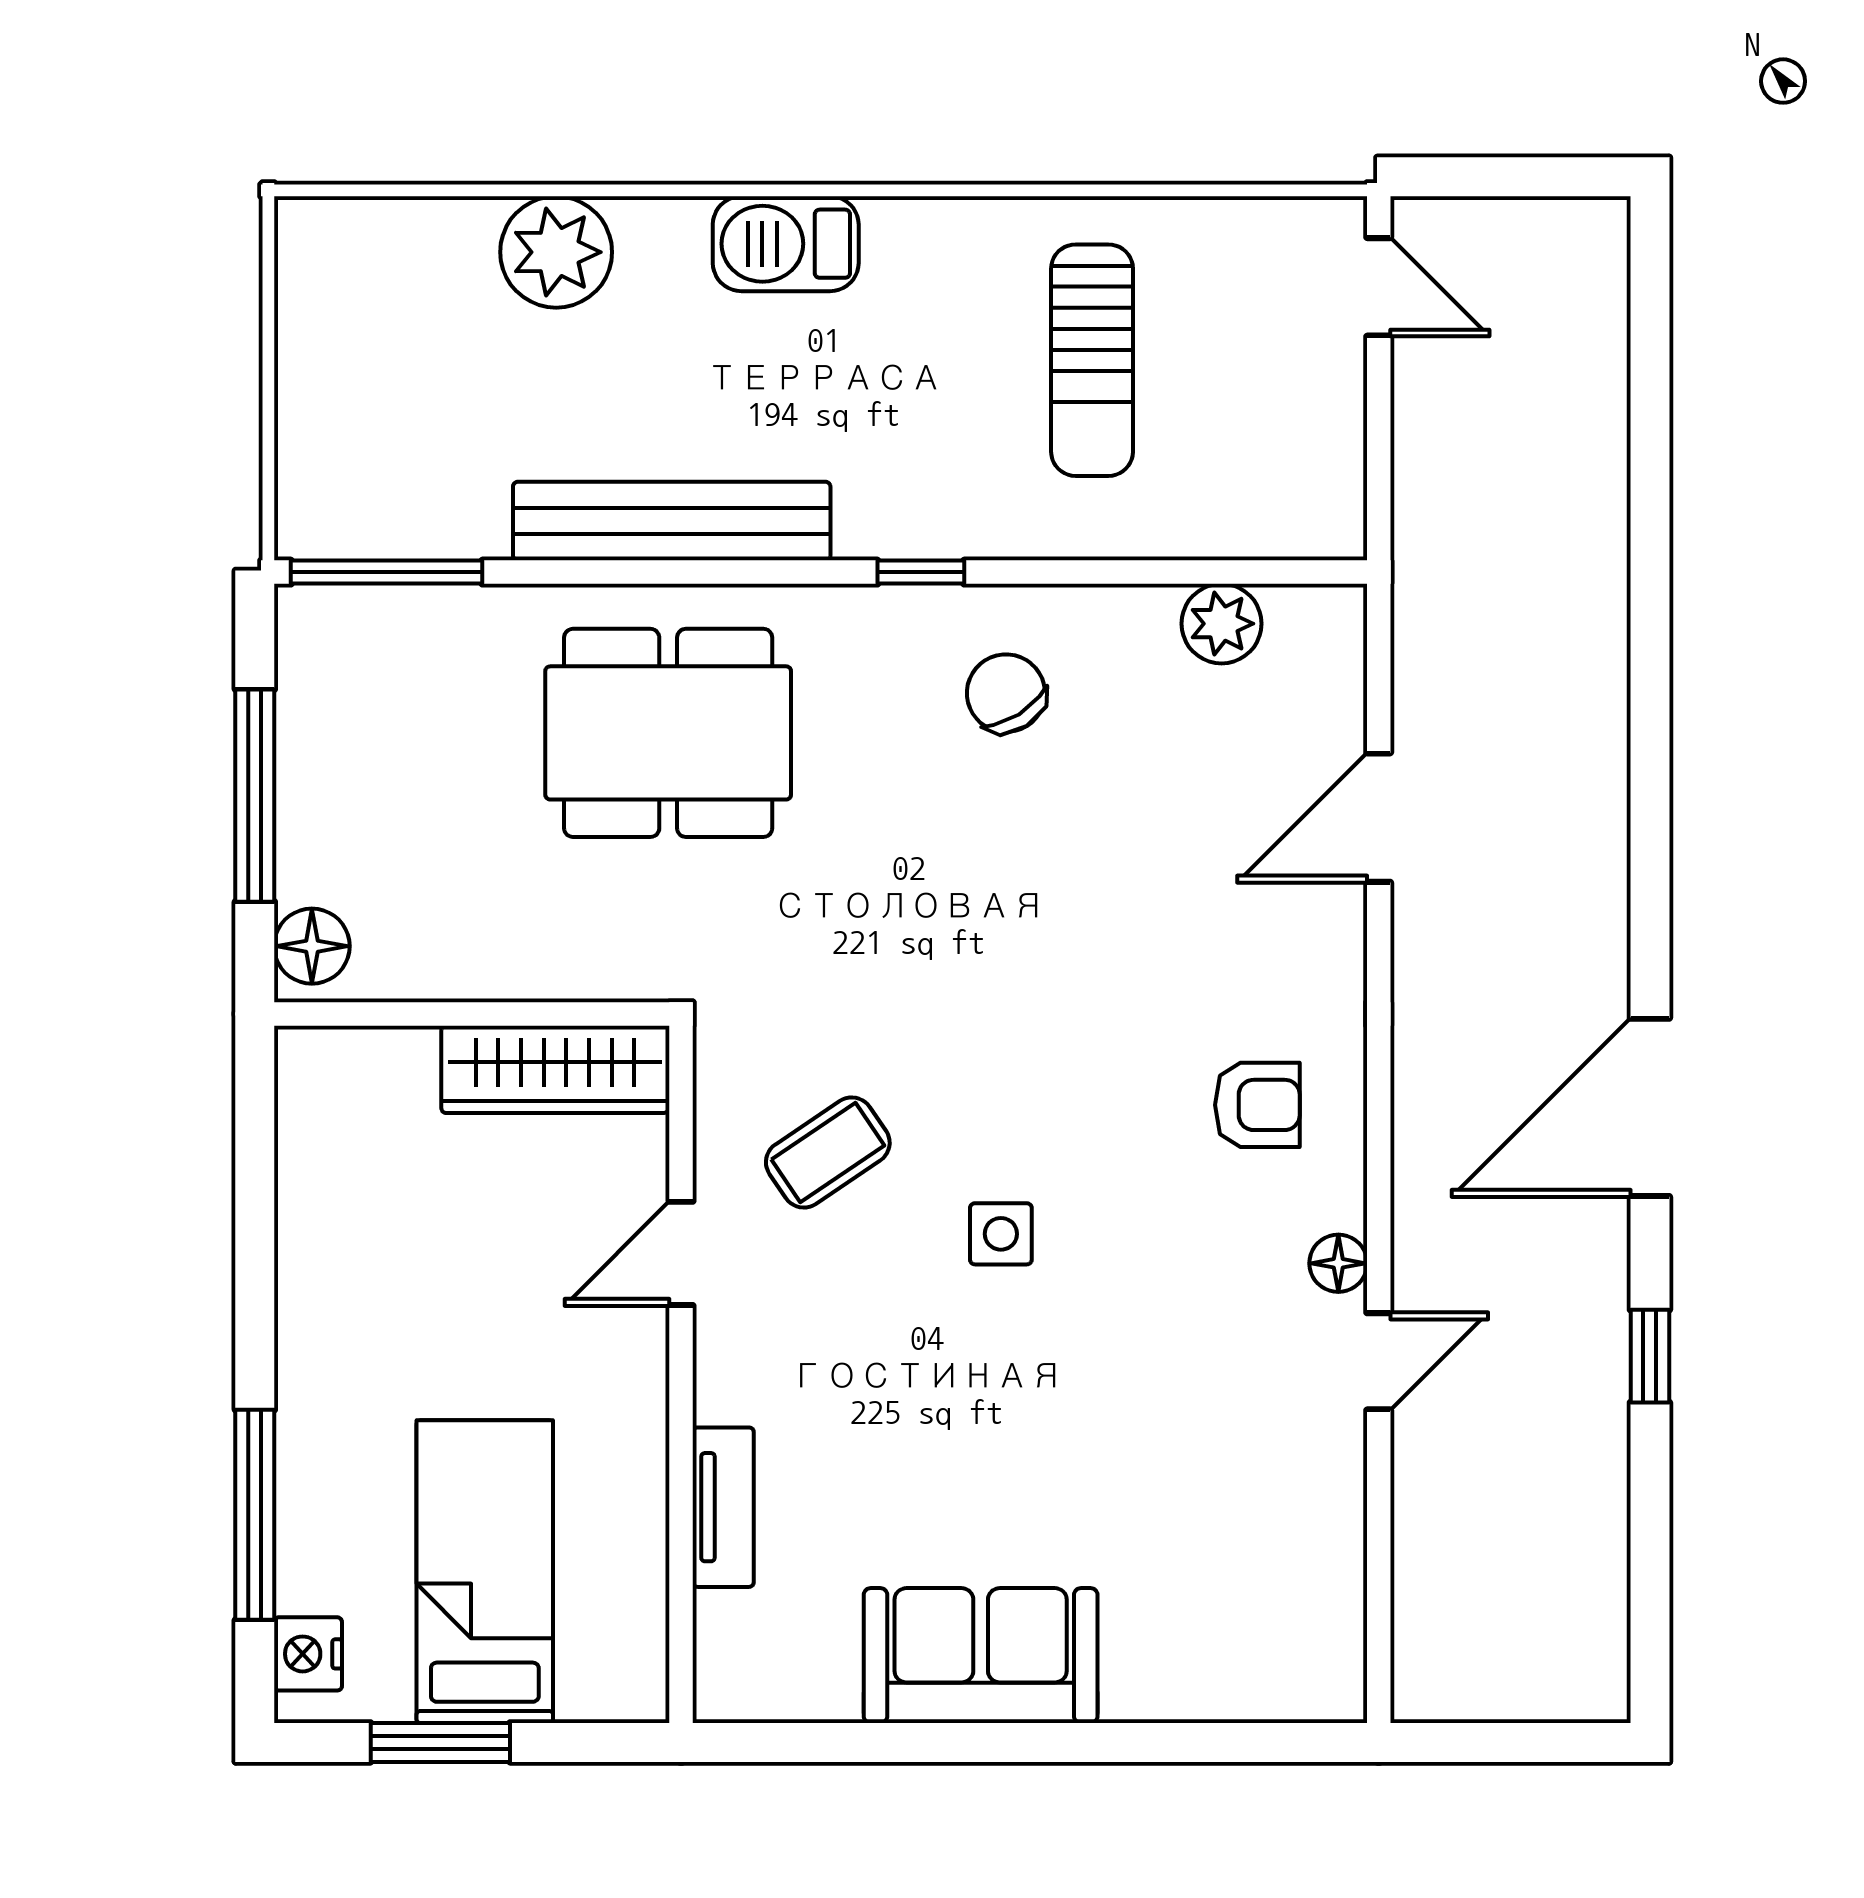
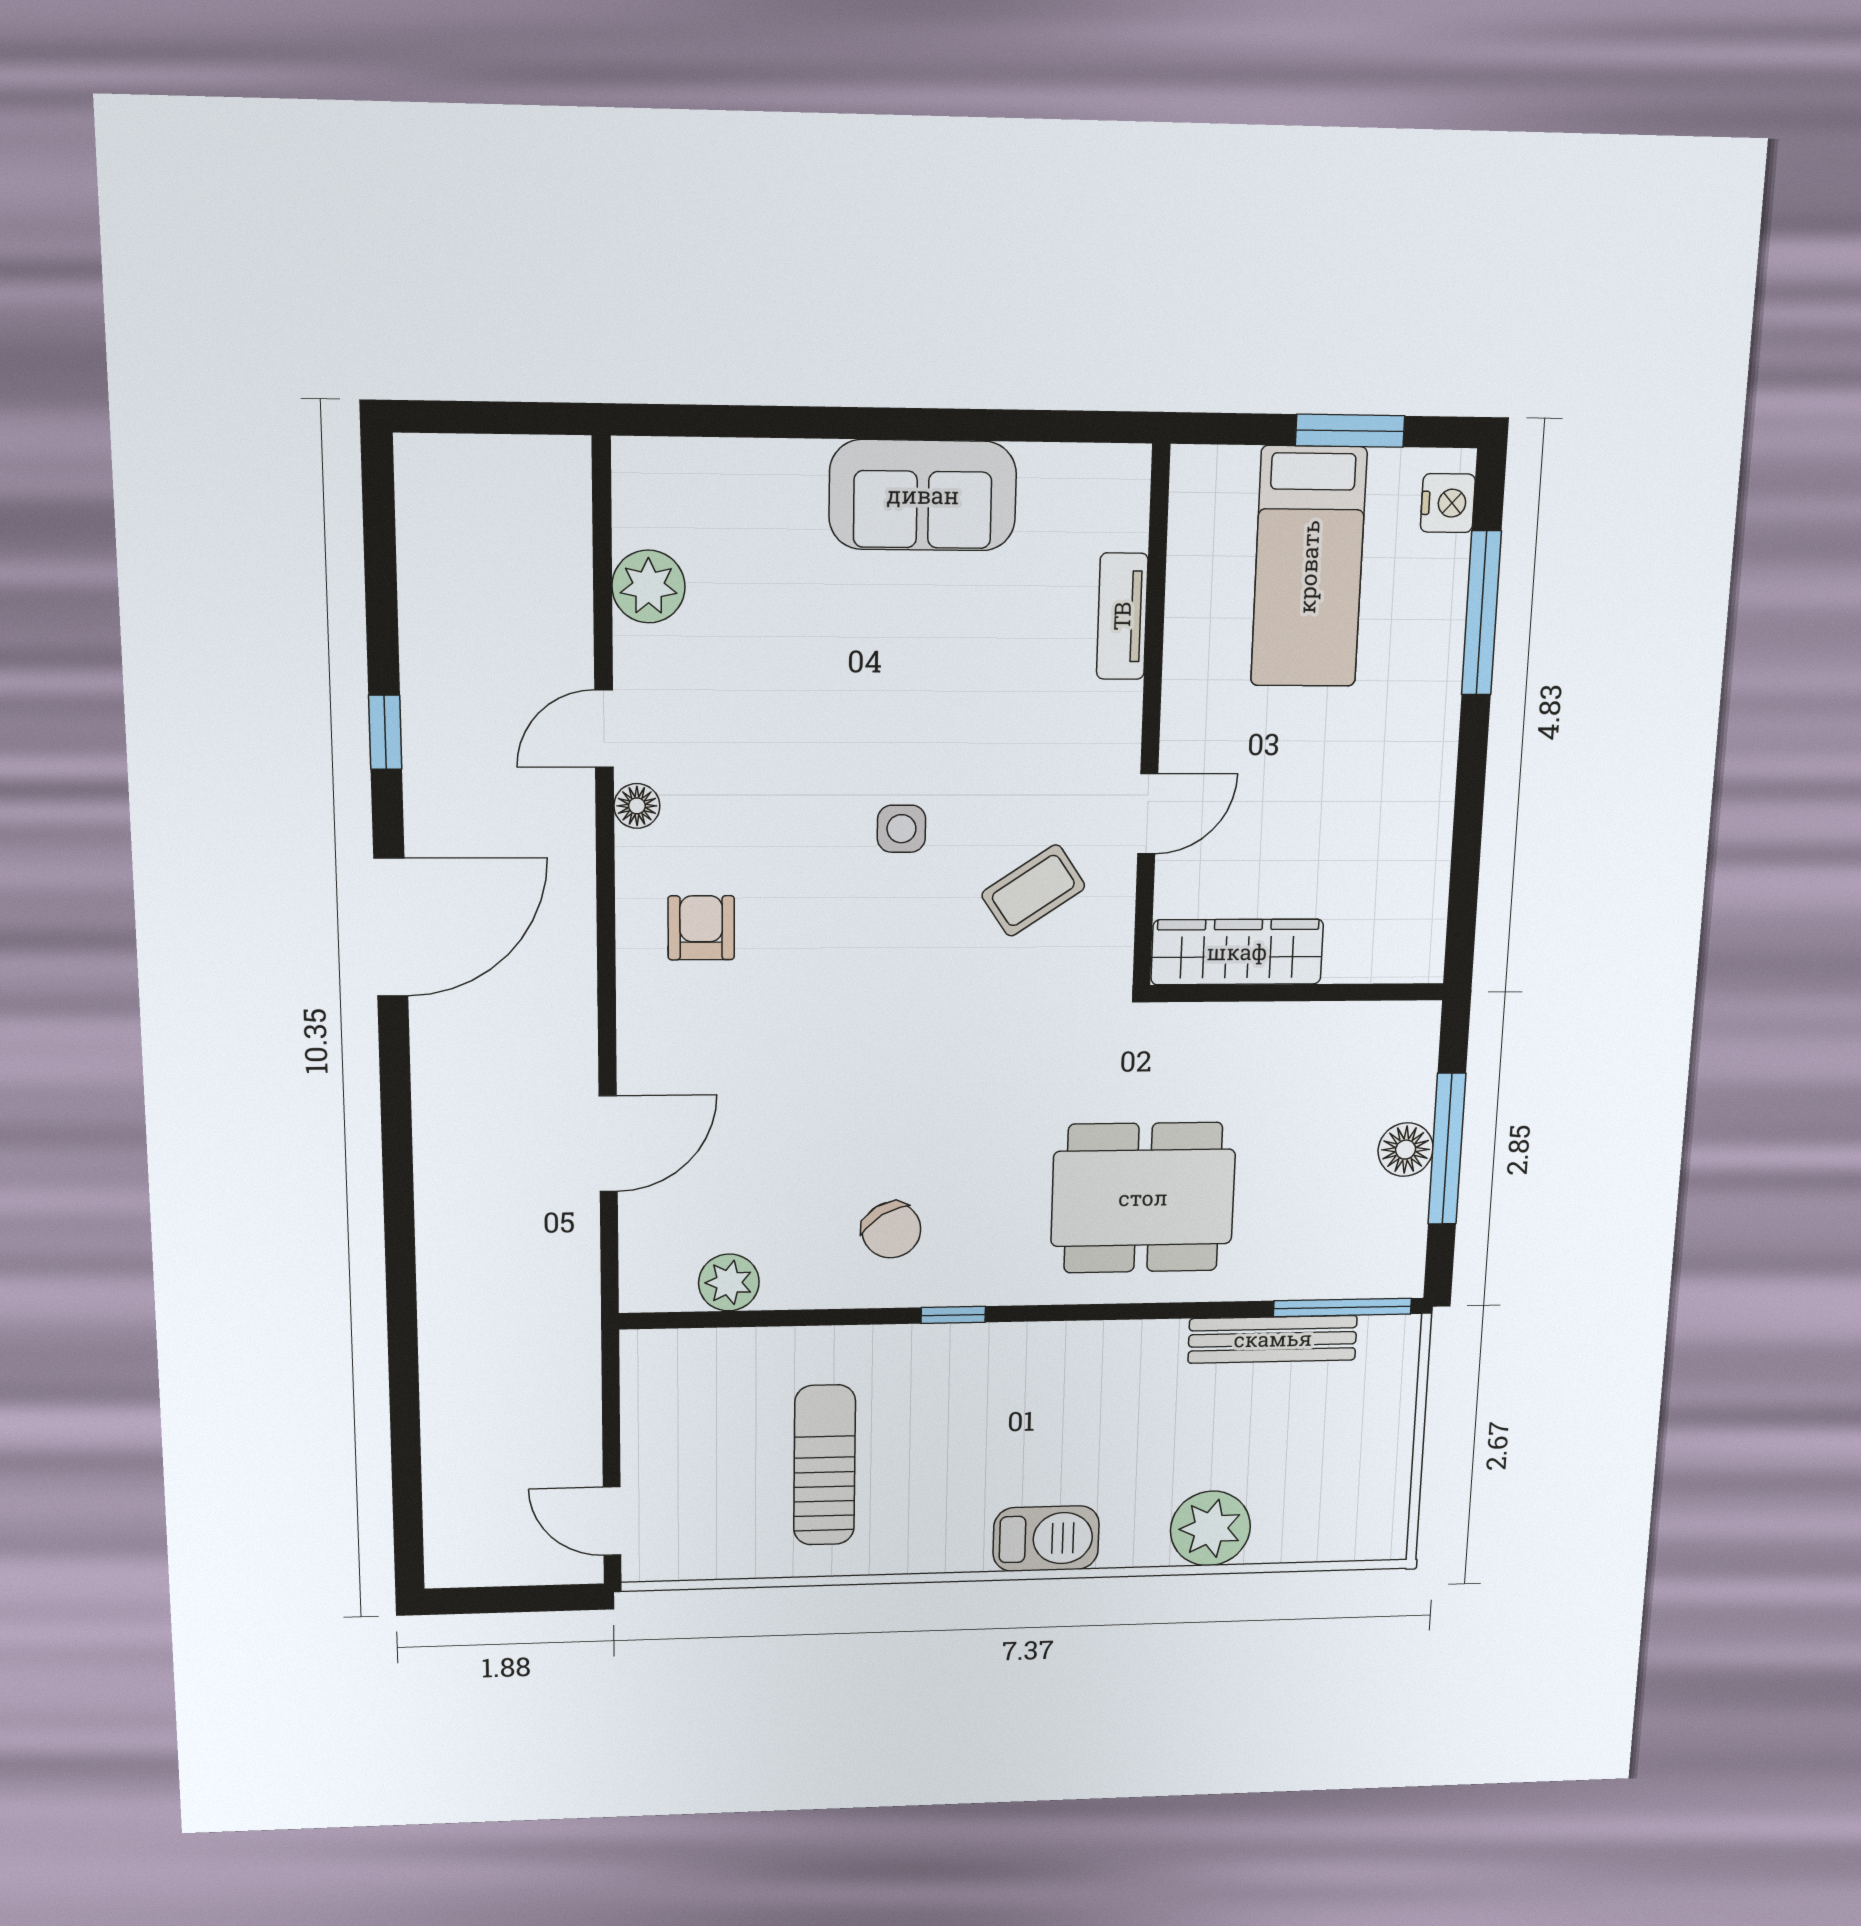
bench: (672, 521) -> (1273, 1339), moved, width x0.73, depth x0.82
floor lamp: (312, 946) -> (1406, 1150), moved
armchair: (1257, 1105) -> (701, 928), turned 90
plant: (1322, 1539) -> (648, 587), added

